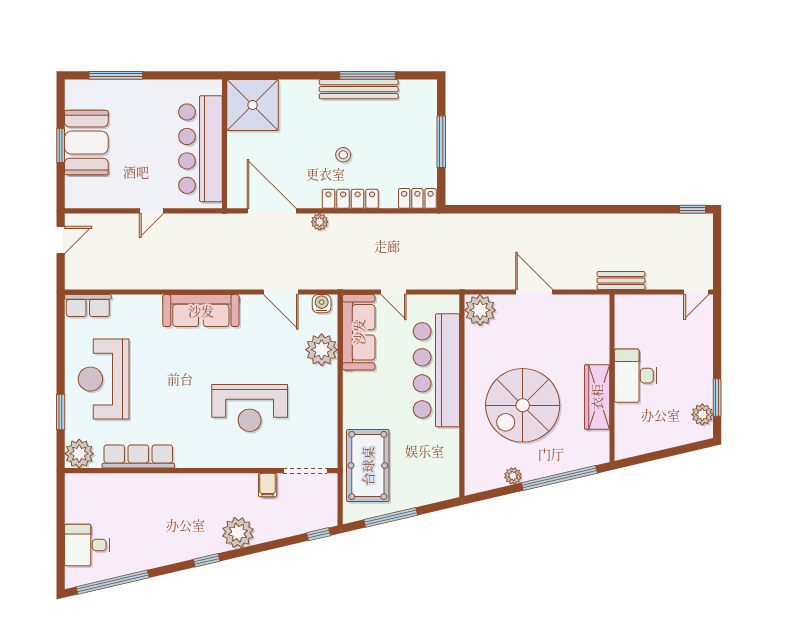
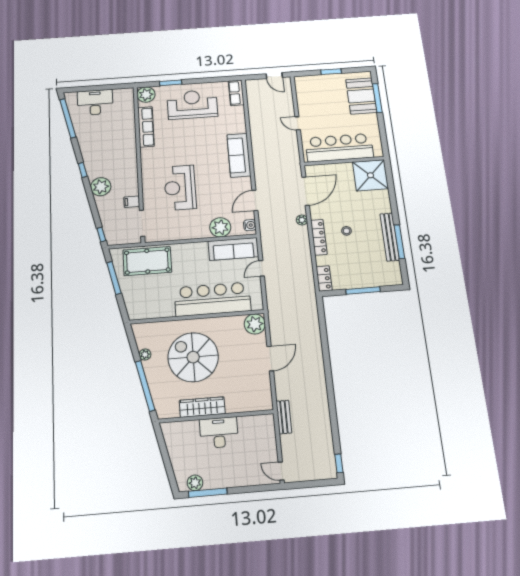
booth: (86, 143) -> (361, 96), moved, turned 90
window: (717, 397) -> (208, 493), width x1.44
desk: (87, 545) -> (95, 102), width x1.37

